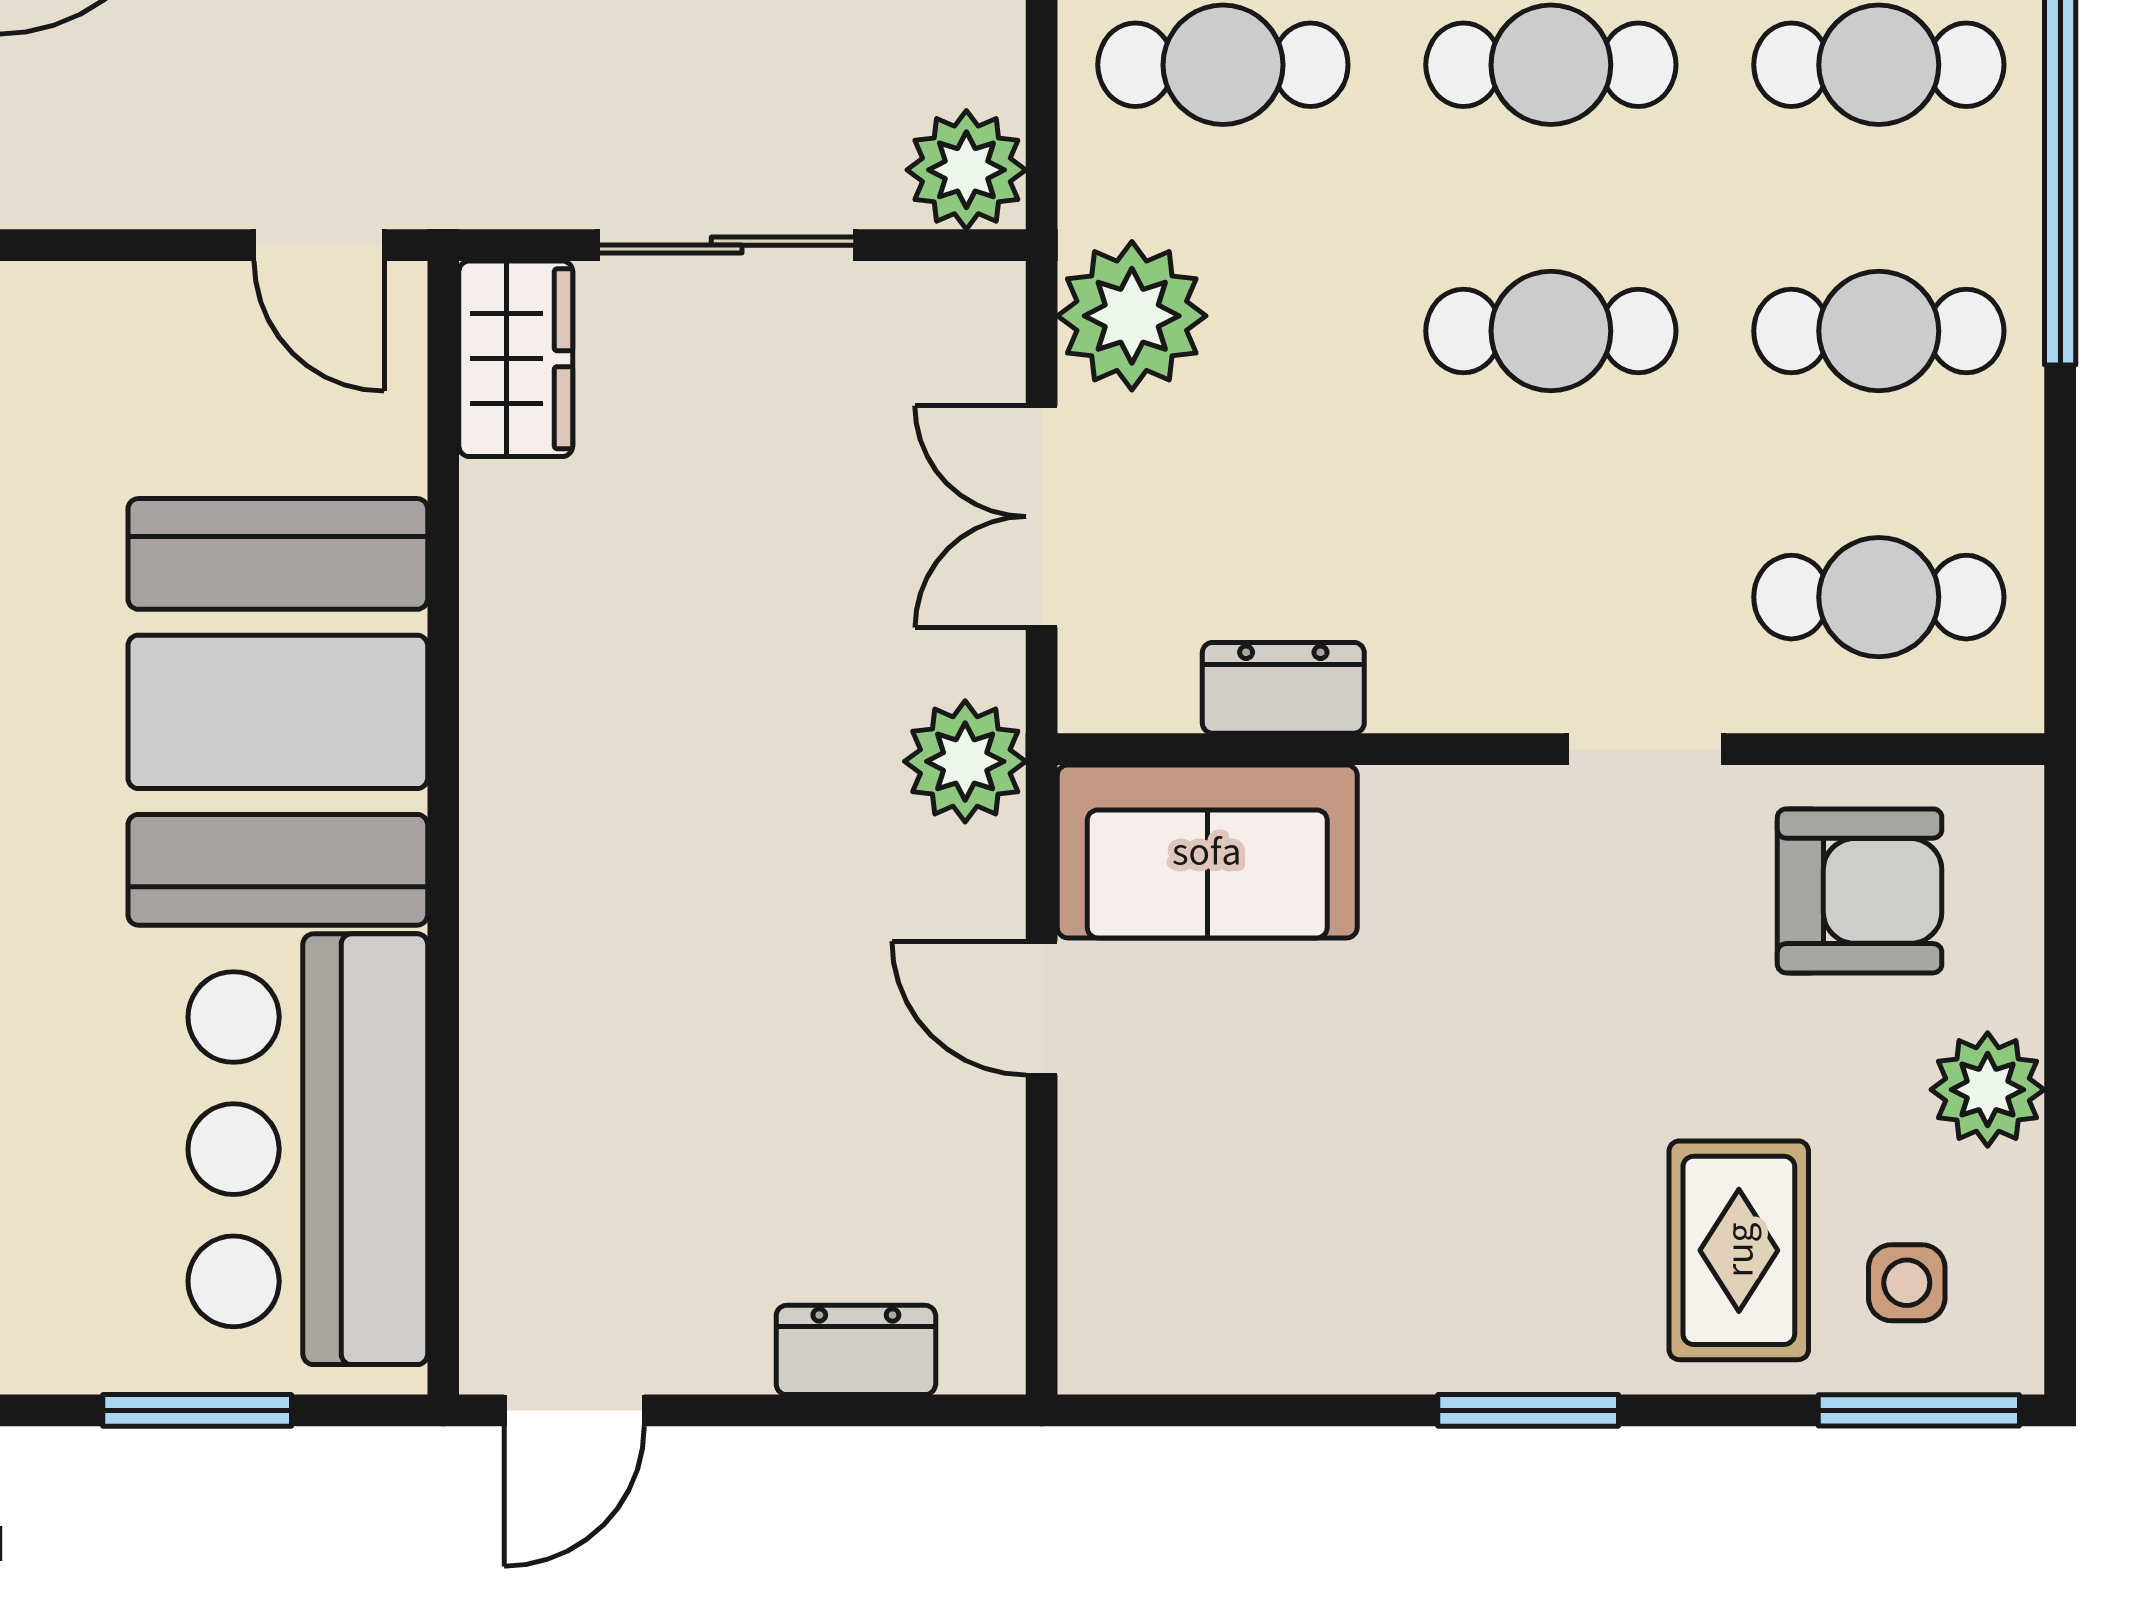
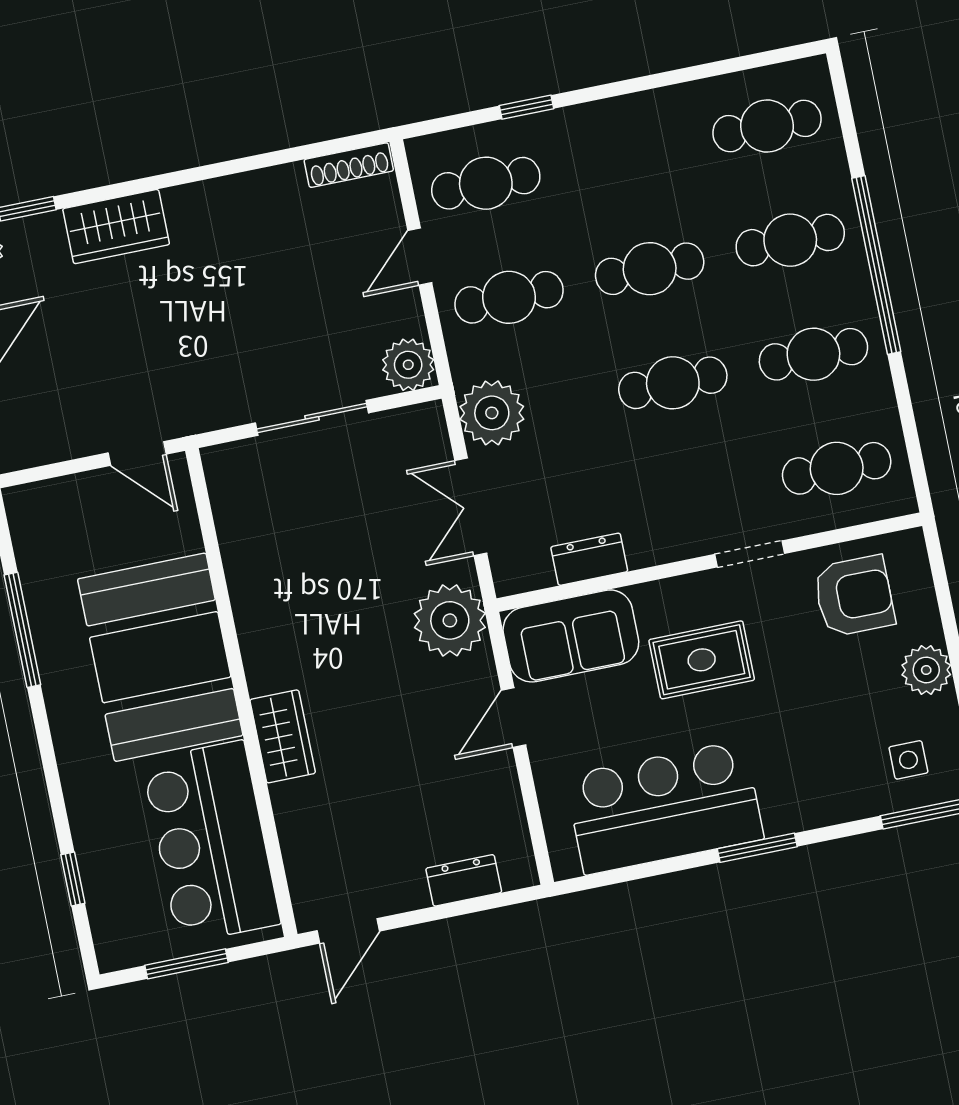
wardrobe: (516, 359) -> (283, 736), moved
plant: (965, 761) -> (450, 620), width x1.36, depth x1.36
door: (1042, 1008) -> (514, 718), hinge flipped
rug: (1739, 1250) -> (702, 660), moved, turned 90
bar counter: (1338, 1278) -> (664, 807), added

